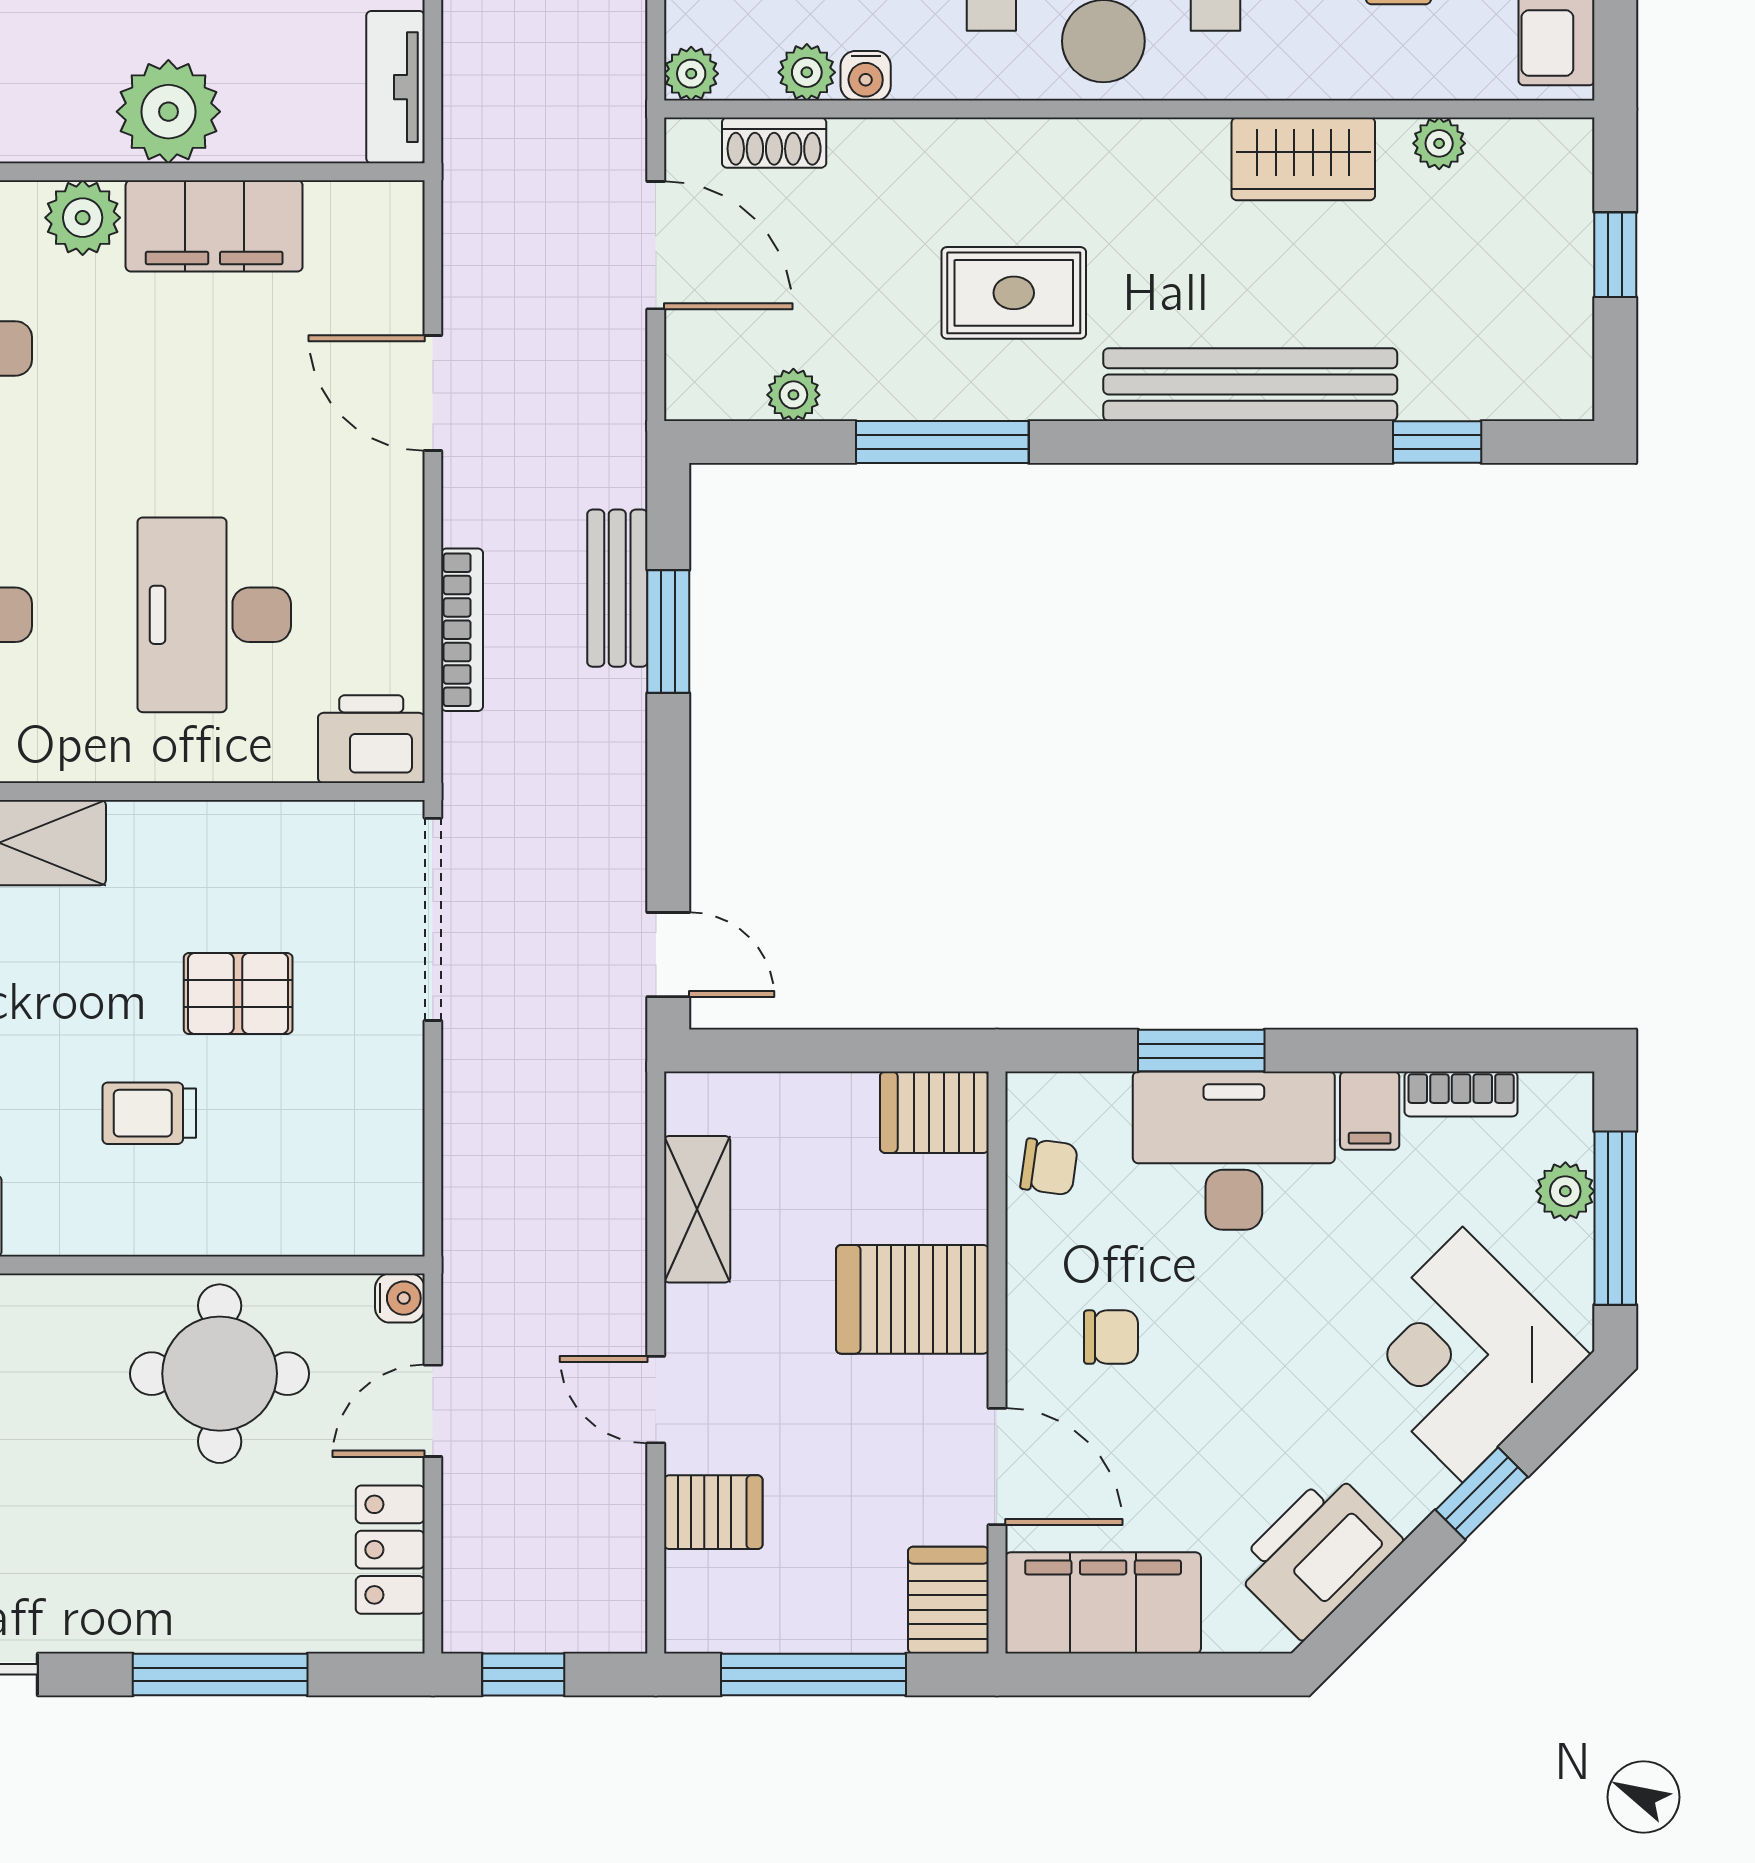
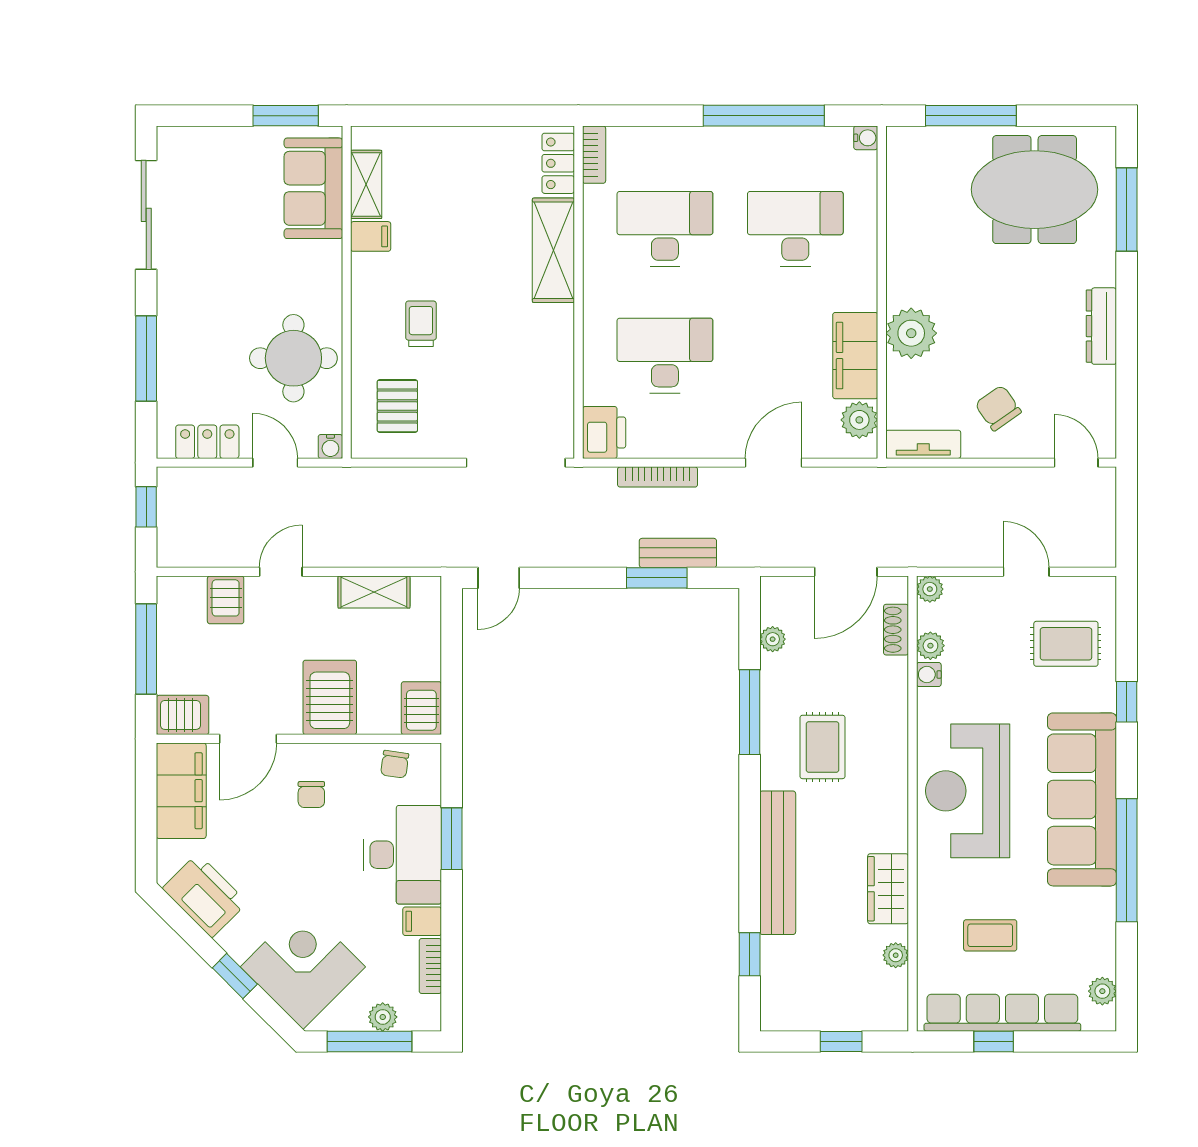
plant: (83, 218) -> (859, 420), moved
pallet: (238, 994) -> (397, 406), moved

